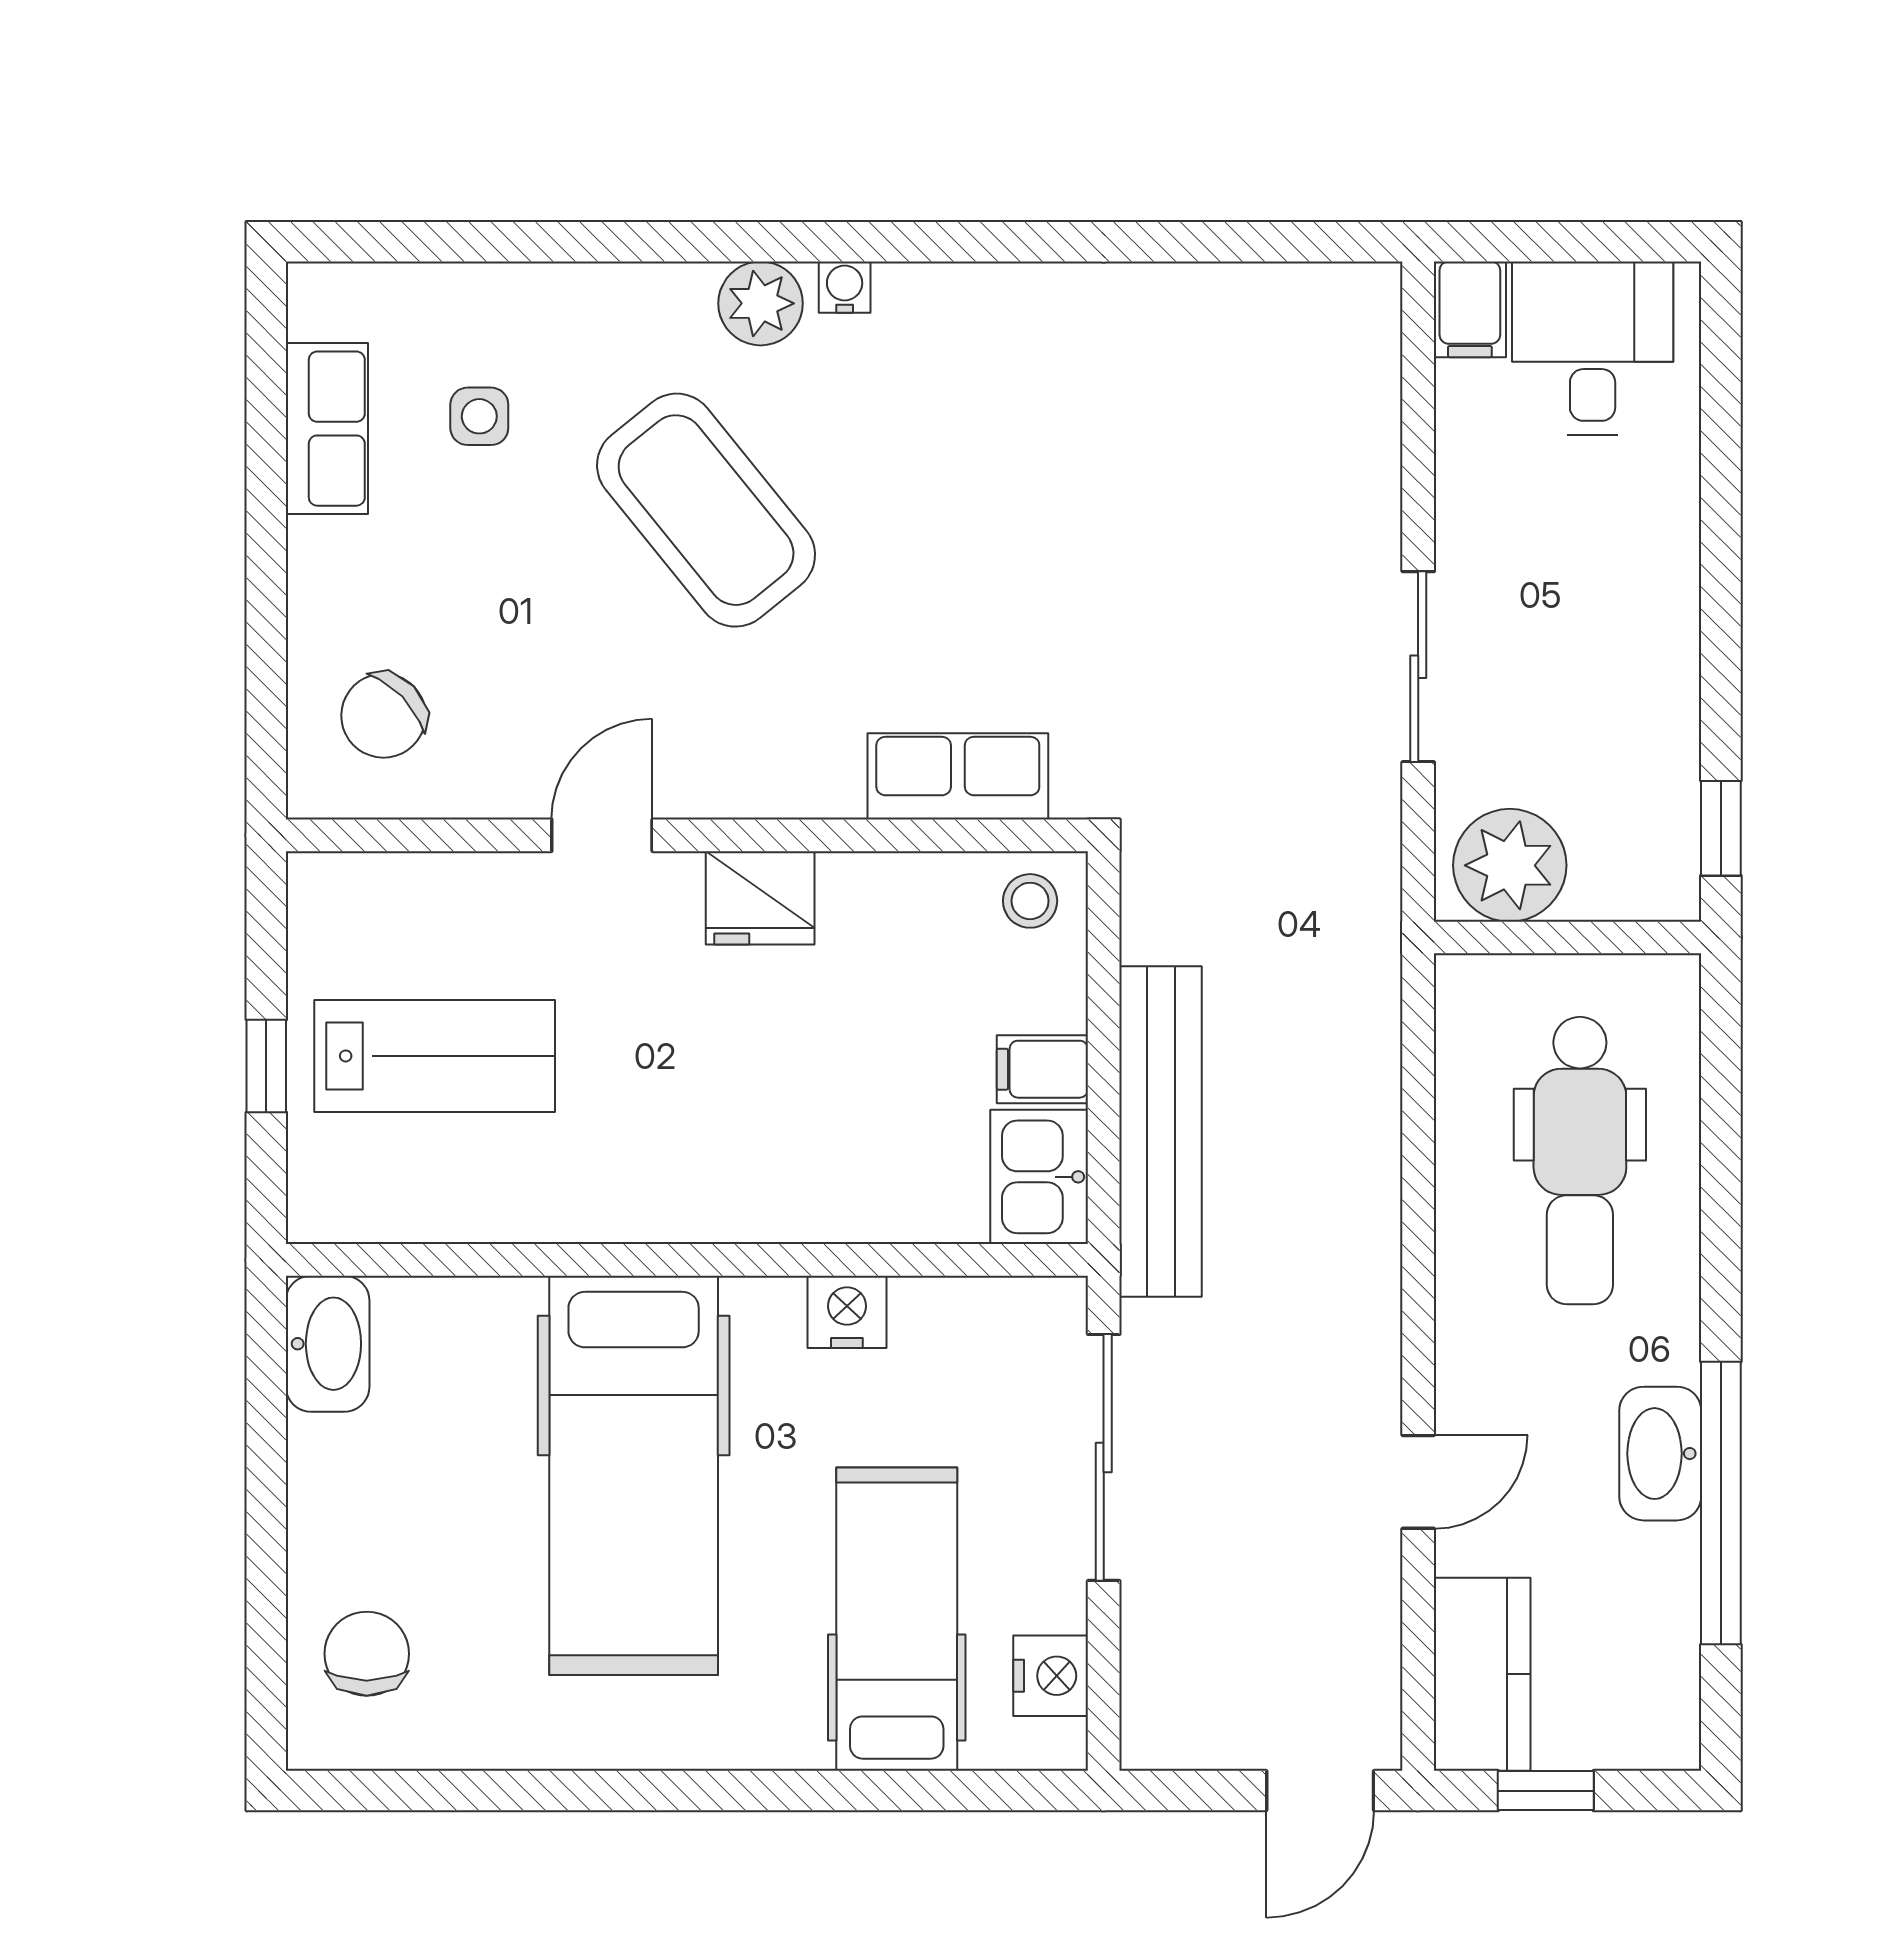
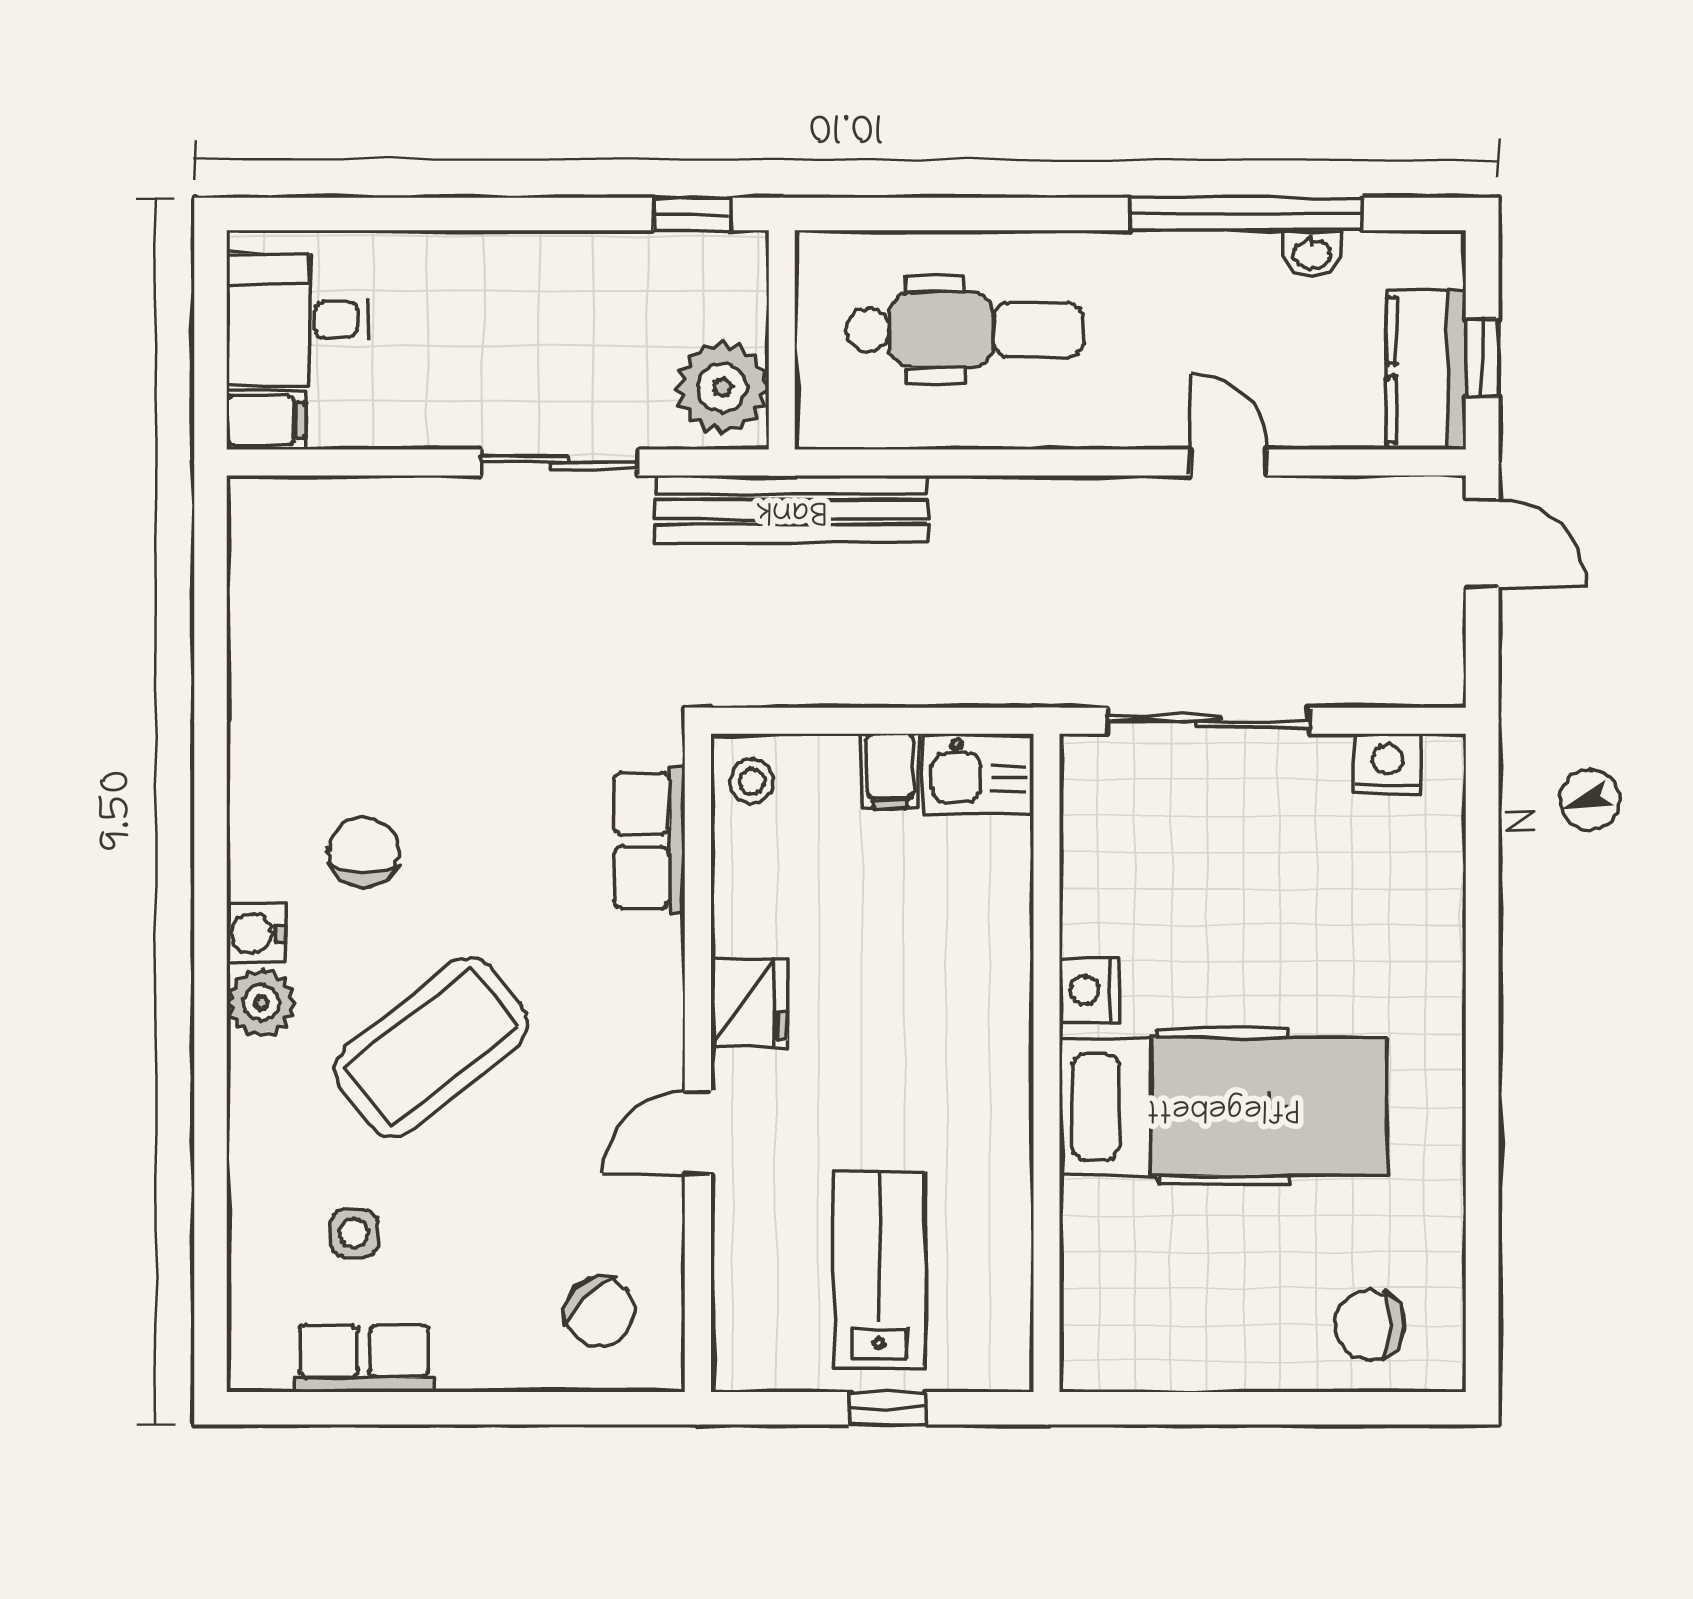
water cooler: (845, 287) -> (256, 933), width x1.38, depth x1.38
chair: (944, 428) -> (364, 852), added
door: (602, 835) -> (698, 1133), hinge flipped
bench: (1161, 1132) -> (791, 509), moved
nightstand: (847, 1312) -> (1089, 991), moved
washbasin: (328, 1344) -> (1115, 1358), removed
washbasin: (1660, 1454) -> (1312, 253), moved, width x0.52, depth x0.69
hospital bed: (897, 1619) -> (1341, 891), removed
kitchen counter: (1482, 1674) -> (1426, 370), moved, turned -90

